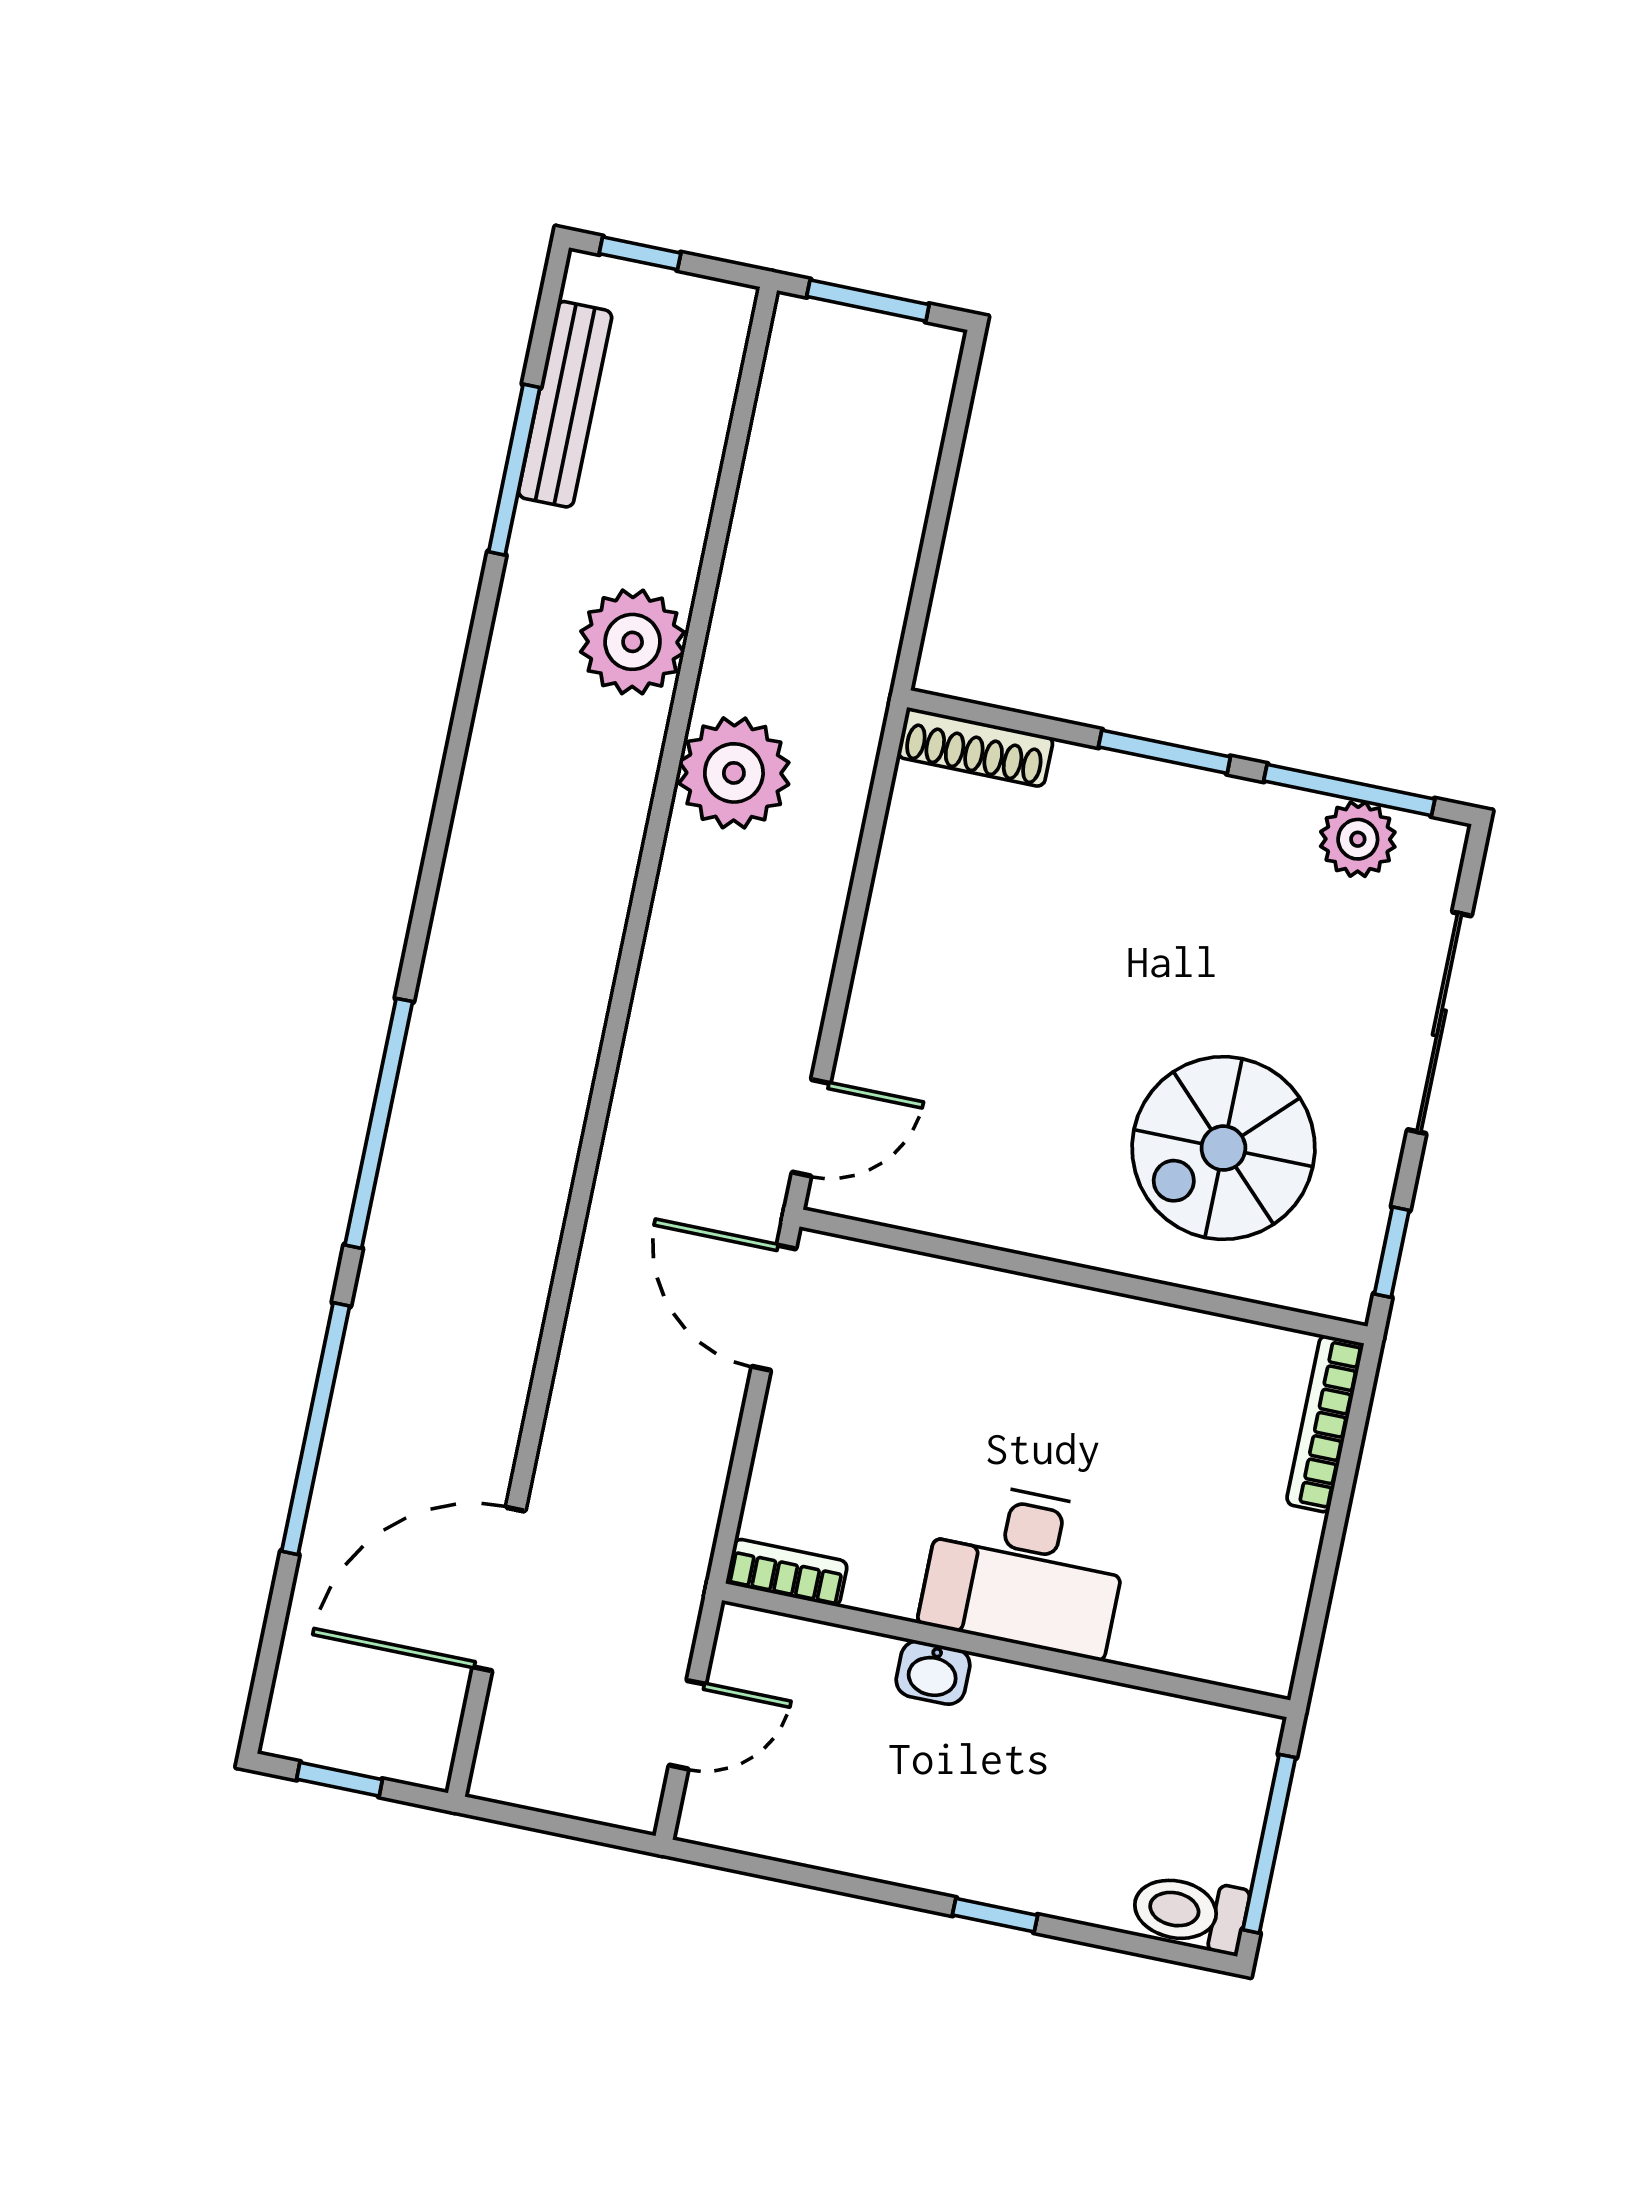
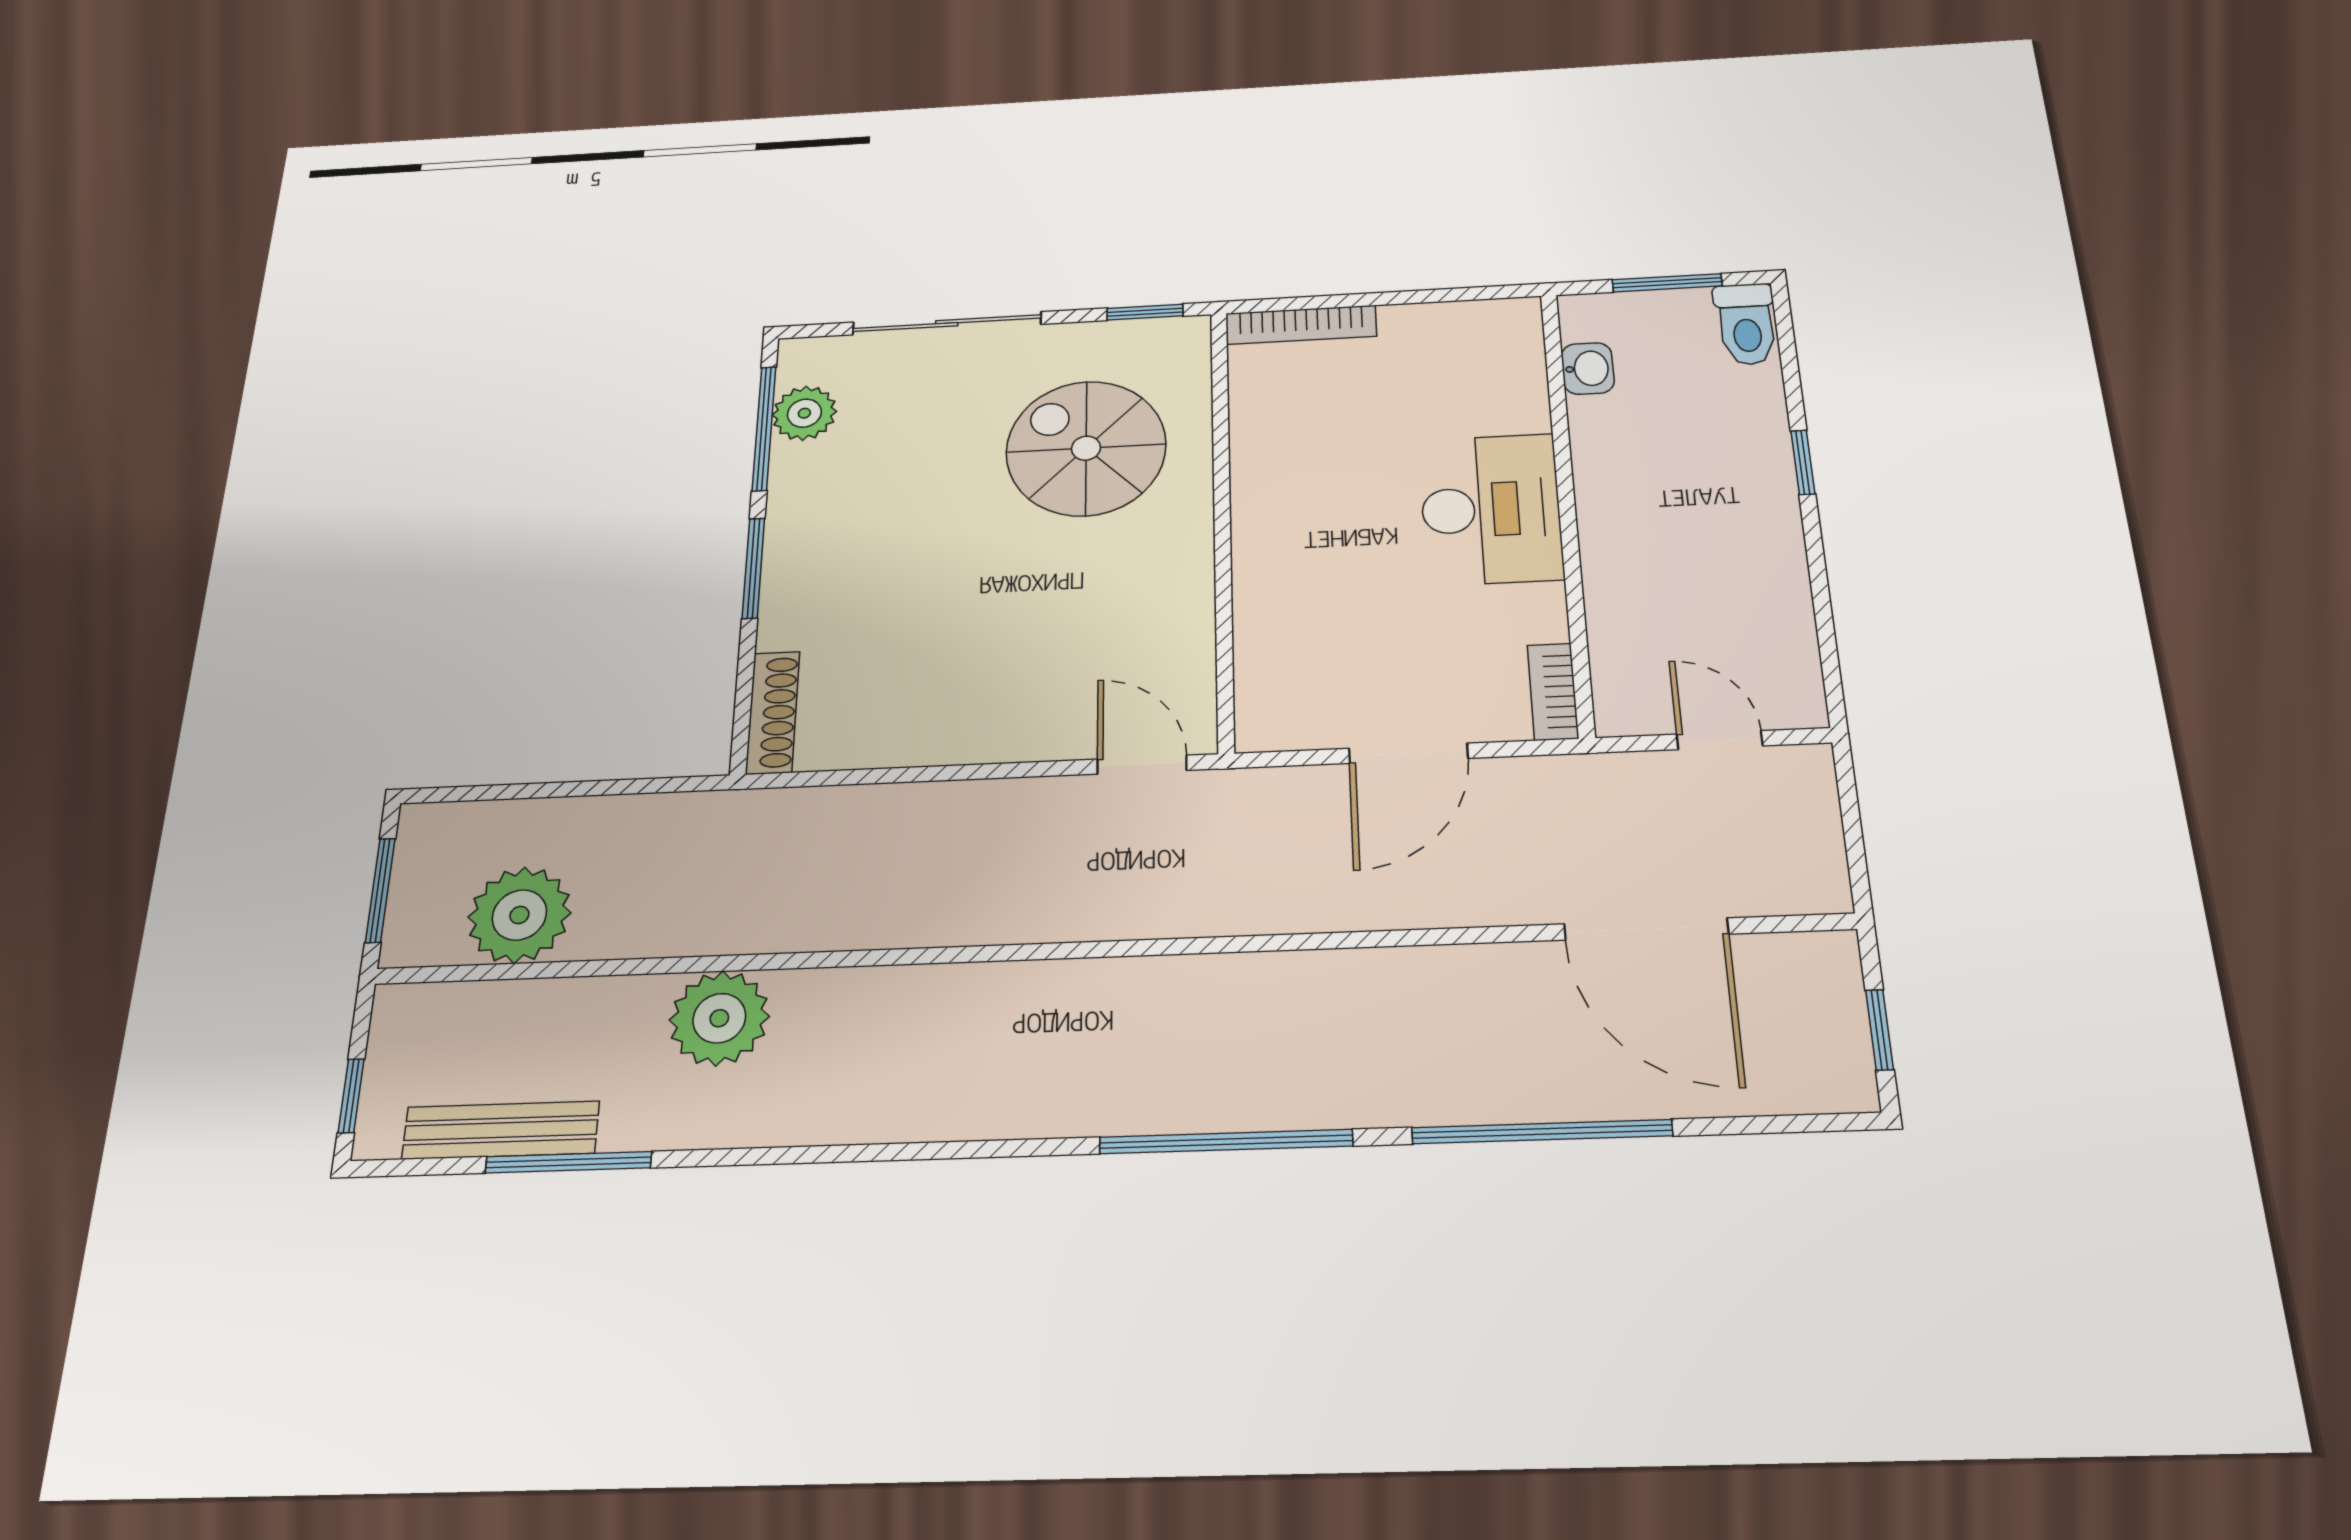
plant: (734, 773) -> (519, 915), moved
spiral stairs: (1223, 1148) -> (1086, 448), turned 180
door: (774, 1308) -> (1408, 753), moved
washbasin: (933, 1673) -> (1588, 368), moved
window: (1269, 1844) -> (1667, 283), width x0.69

